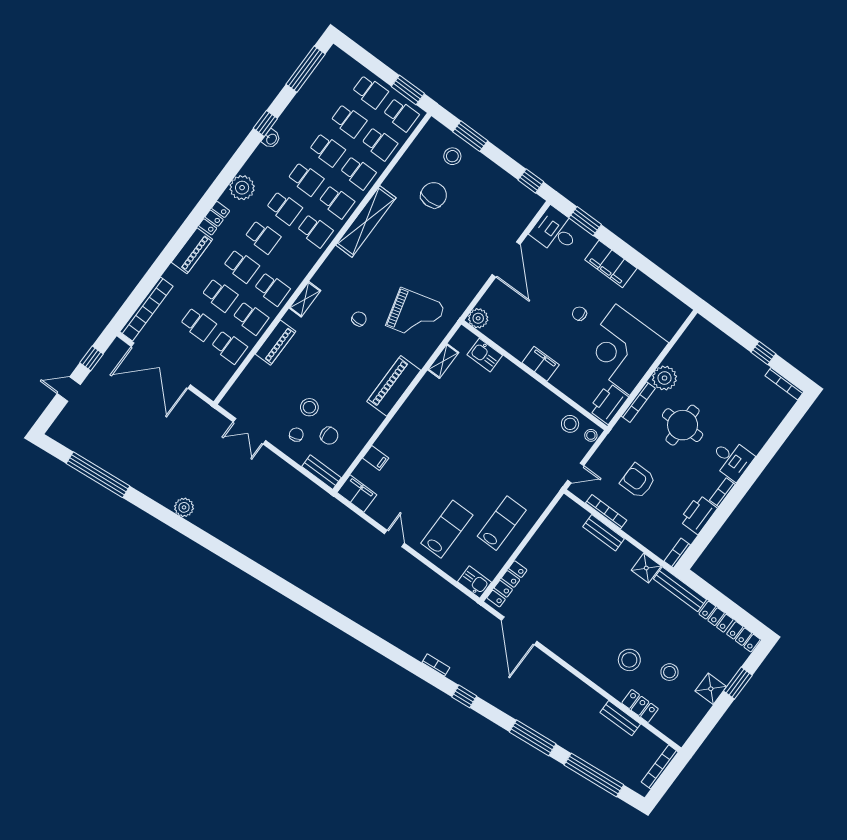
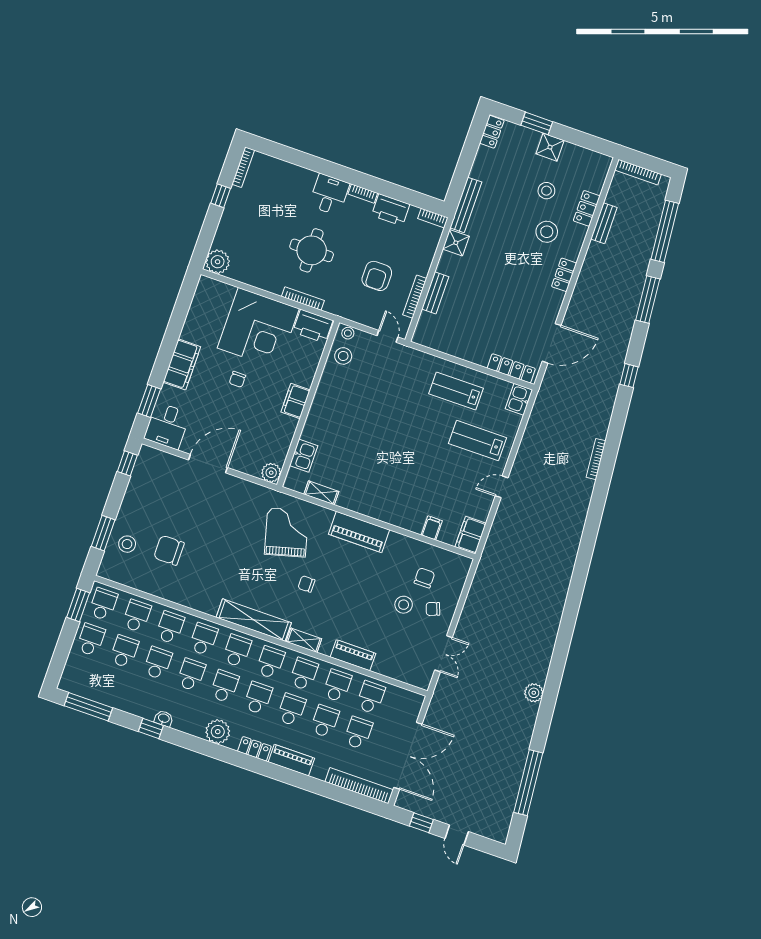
shelving: (366, 221) -> (254, 620), moved
school desk: (294, 260) -> (270, 662), added
plant: (665, 378) -> (218, 262), moved
bench: (322, 472) -> (461, 574), removed
locker: (716, 617) -> (564, 275), moved, turned 180
bookcase: (436, 665) -> (596, 459), moved, width x1.56

